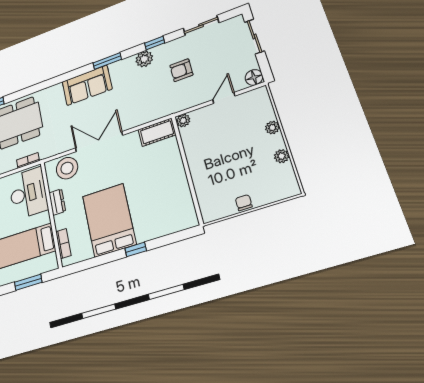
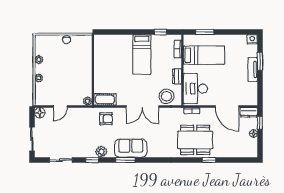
armchair: (181, 70) -> (106, 119), moved
sofa: (87, 85) -> (131, 148), moved
bed: (109, 220) -> (142, 54), width x0.67
window: (136, 249) -> (160, 32), moved

